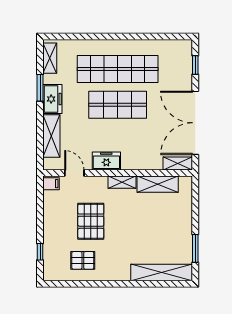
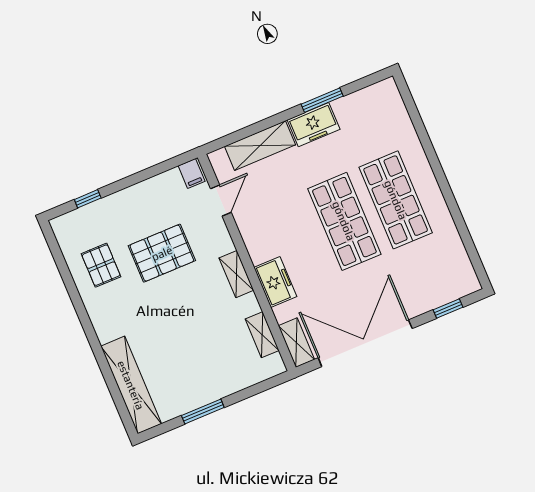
shelving: (50, 58) -> (370, 96), removed
shop shelf: (118, 69) -> (396, 200), width x0.71
freezer: (106, 161) -> (275, 282), moved
shelving: (158, 184) -> (262, 335), width x0.67, depth x0.75
window: (195, 248) -> (203, 411), moved

